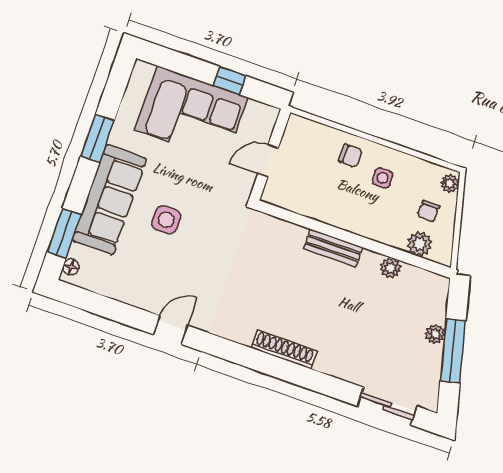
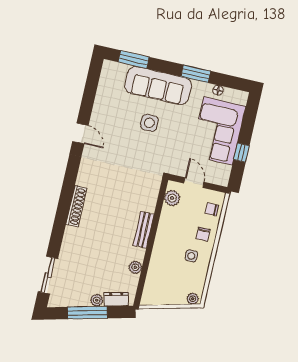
chair: (428, 211) -> (212, 209), moved
plant: (420, 244) -> (172, 198), moved
floor lamp: (71, 267) -> (218, 90), moved
dresser: (437, 303) -> (116, 299), added

